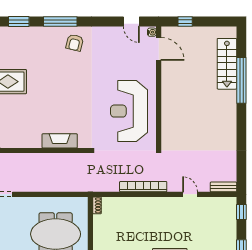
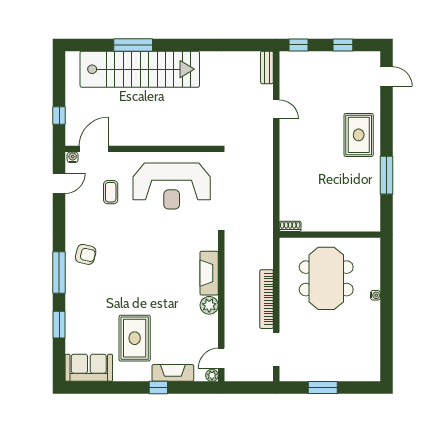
coffee table: (124, 63) -> (111, 192), added
stairs: (227, 64) -> (140, 69), width x1.86, depth x1.51
window: (241, 80) -> (133, 45), width x0.68
plant: (34, 141) -> (209, 305), added
bookcase: (143, 187) -> (267, 299), moved
door: (190, 194) -> (276, 109), swing flipped

